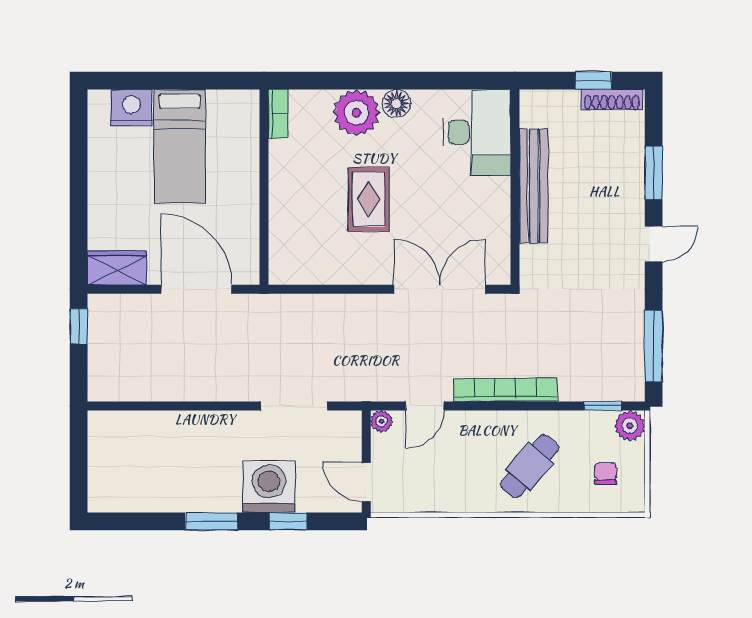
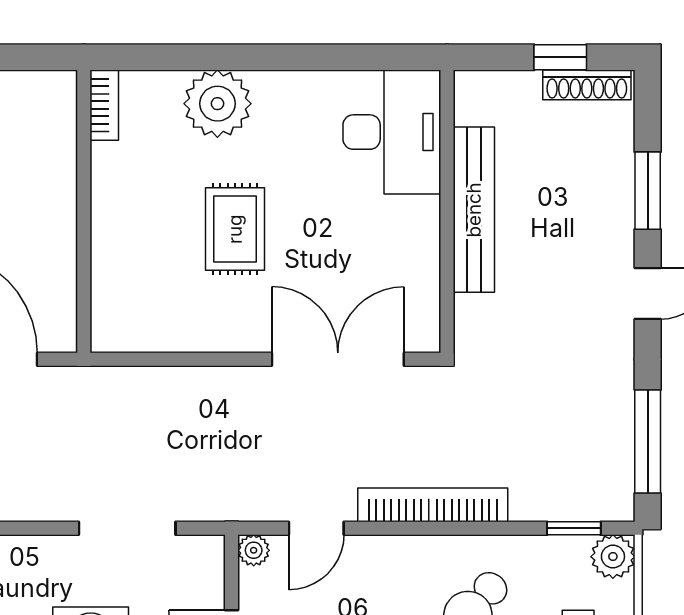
floor lamp: (396, 104) -> (275, 90), removed

